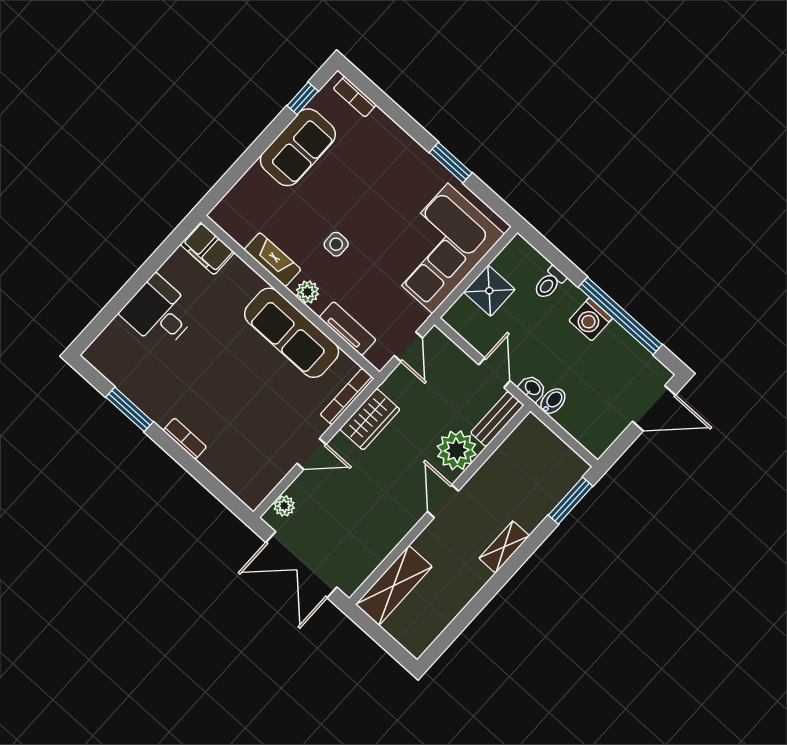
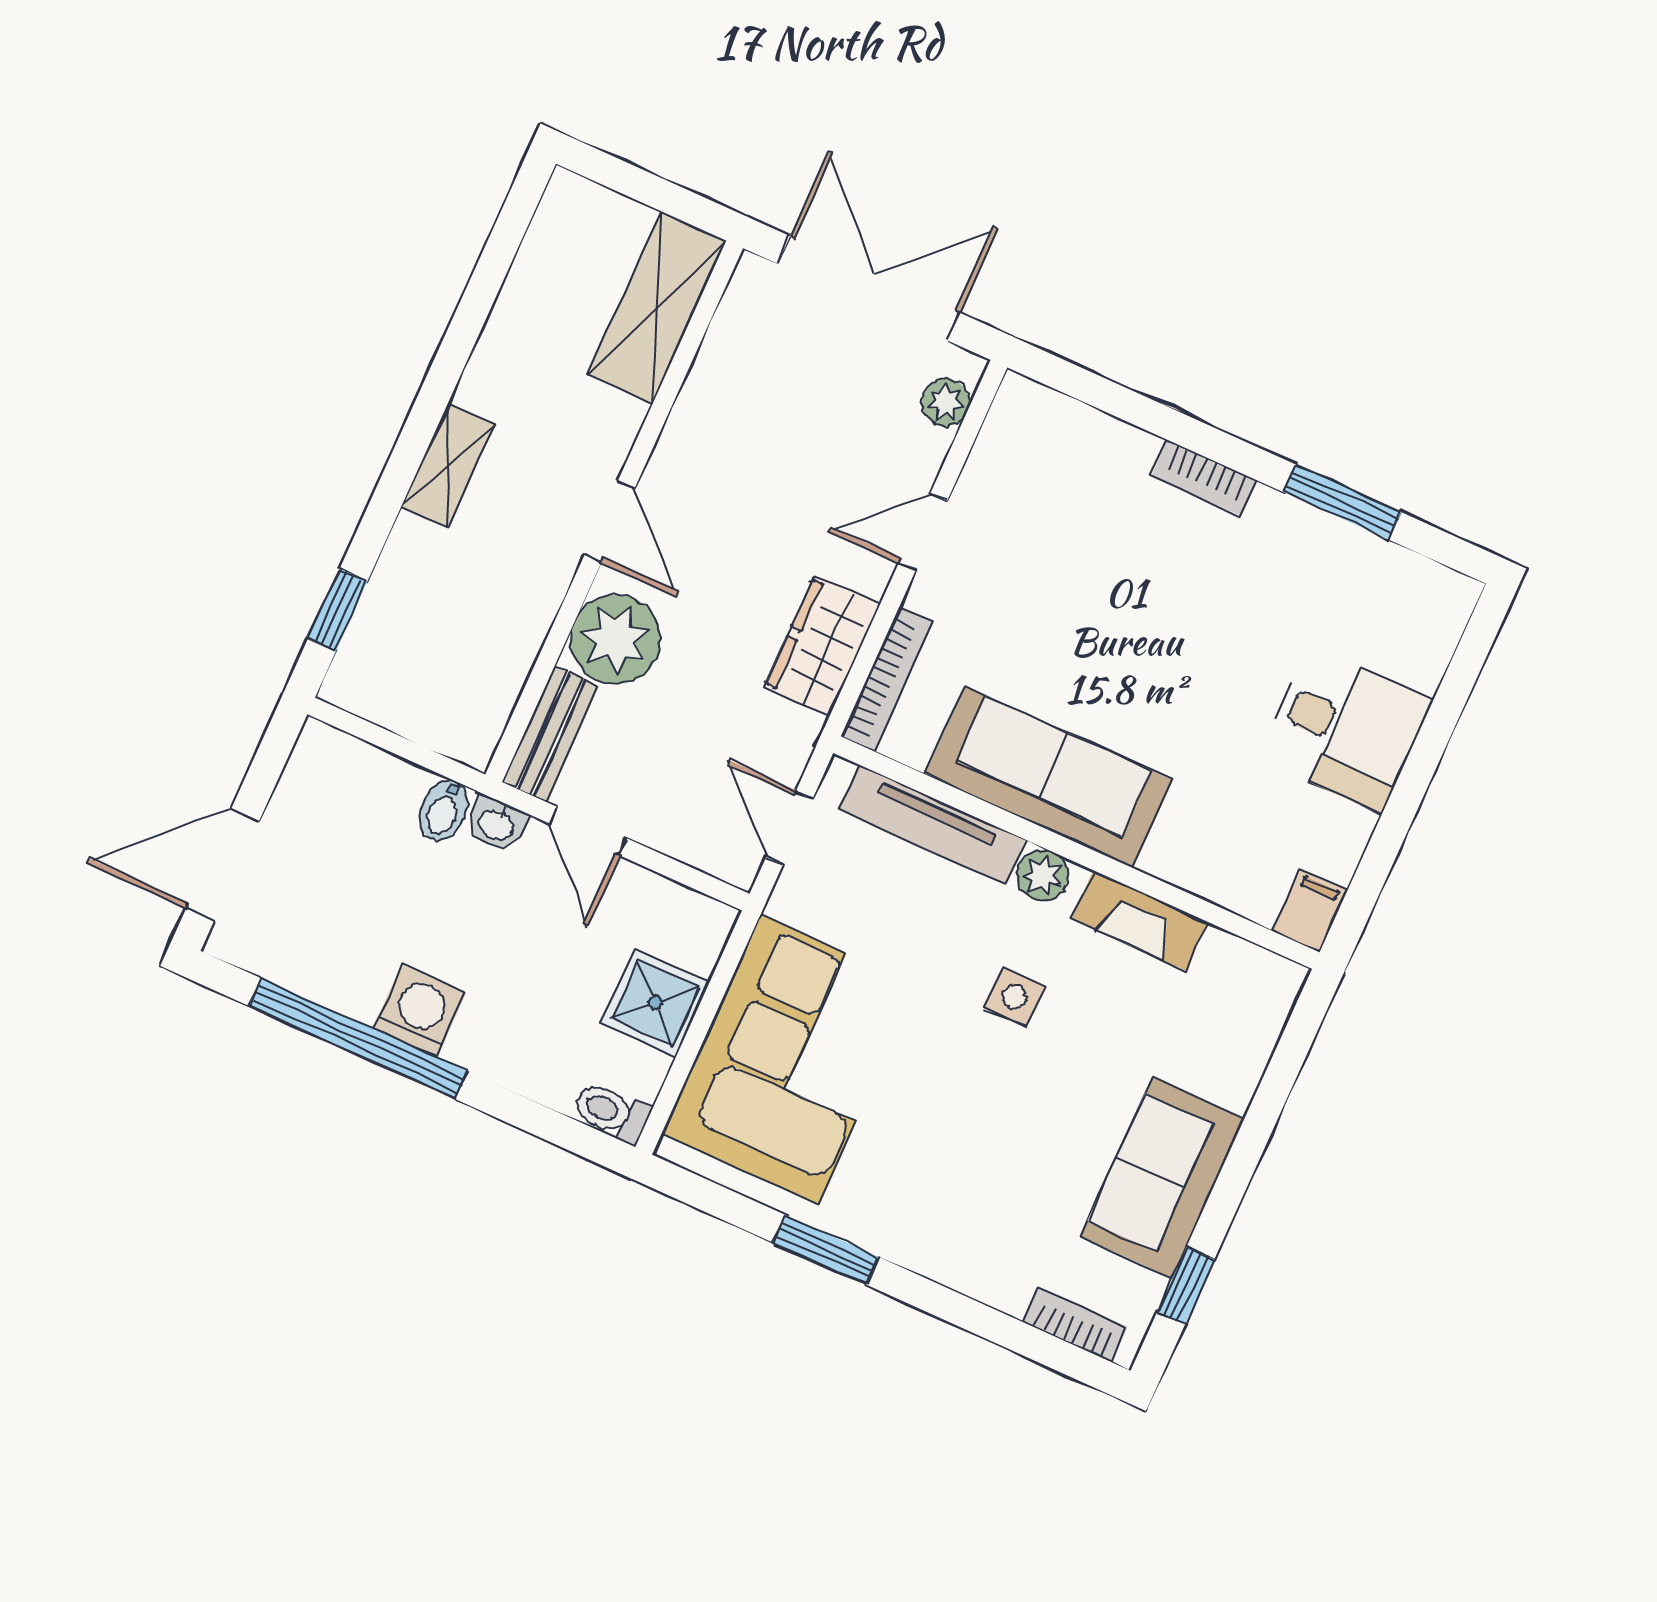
filing cabinet: (207, 248) -> (1310, 910), width x0.50
toilet: (550, 283) -> (611, 1112), moved, turned -90
tv unit: (347, 329) -> (932, 824), width x1.41
window: (571, 501) -> (338, 610), width x0.67

